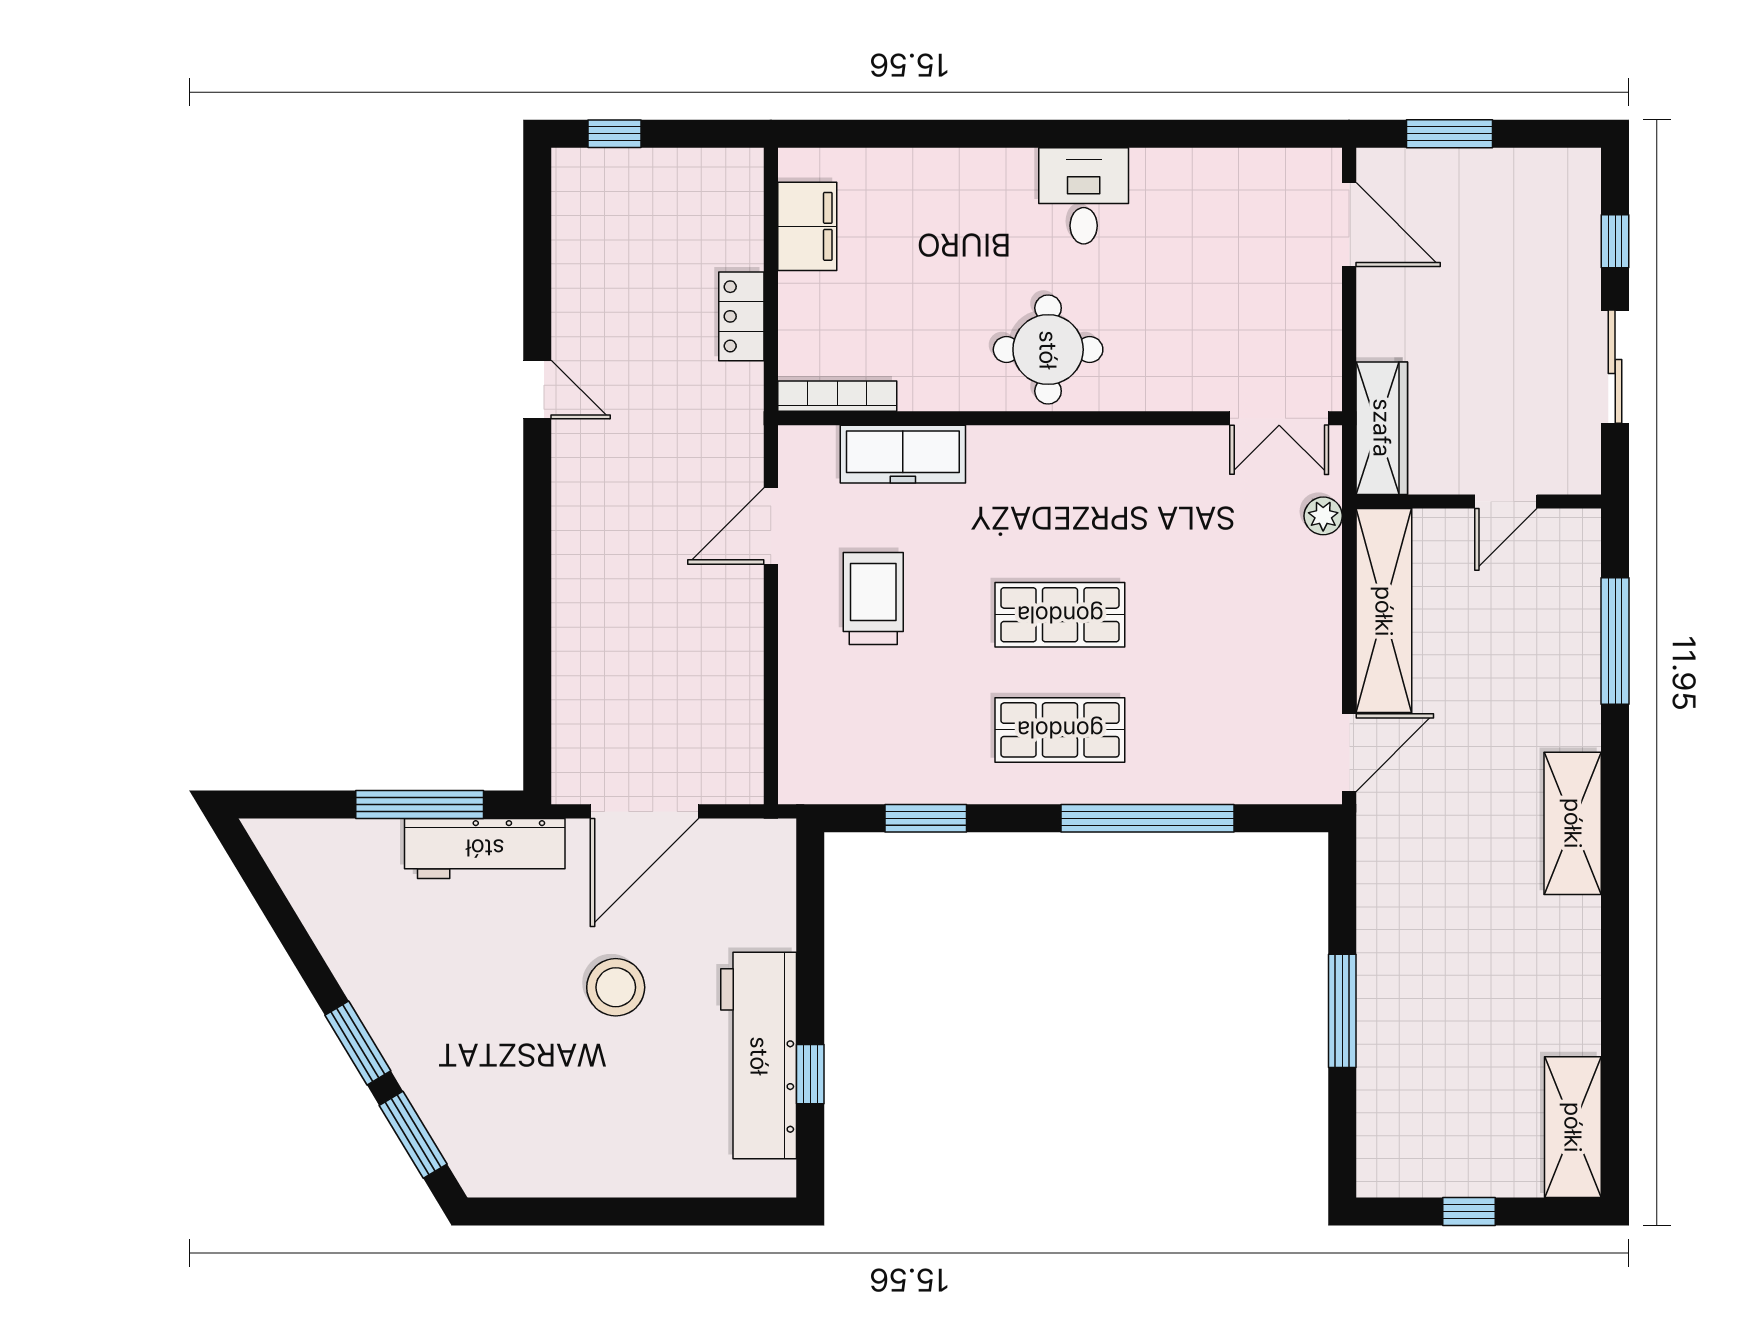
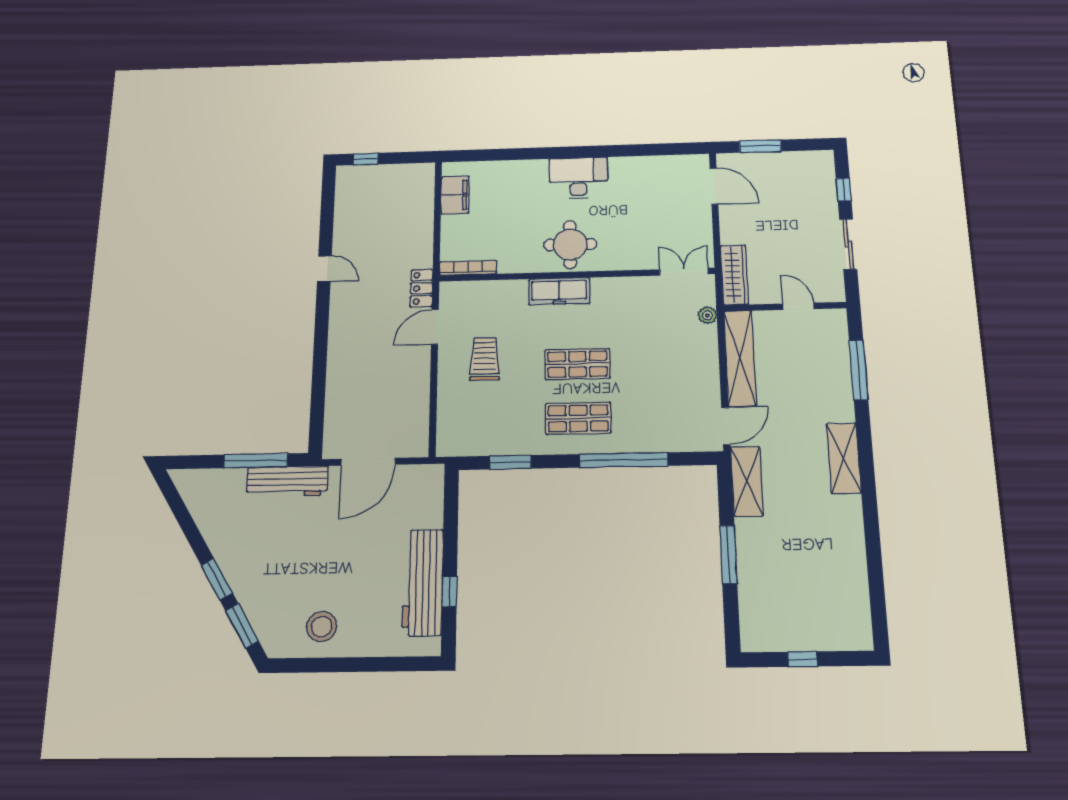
desk: (1084, 196) -> (578, 178), width x1.37
locker: (741, 316) -> (421, 288), moved
double door: (1279, 418) -> (684, 272), swing flipped
freezer: (903, 454) -> (559, 291), moved
door: (1506, 501) -> (798, 306), swing flipped
stool: (616, 987) -> (322, 627), moved
shelving: (1573, 1127) -> (747, 481), moved

